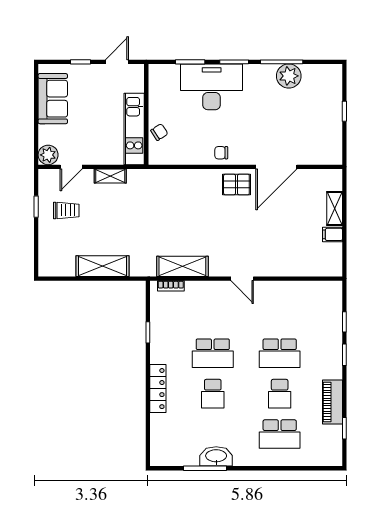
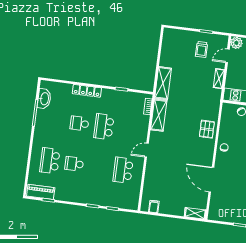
door: (71, 167) -> (227, 56), hinge flipped
pallet: (236, 185) -> (207, 129), moved
shelving: (335, 209) -> (195, 213), moved
filing cabinet: (333, 234) -> (154, 207), moved
shelving: (103, 266) -> (163, 83), moved
school desk: (280, 353) -> (123, 170), moved
piano: (333, 402) -> (41, 192), moved
washbasin: (216, 456) -> (44, 99), moved

